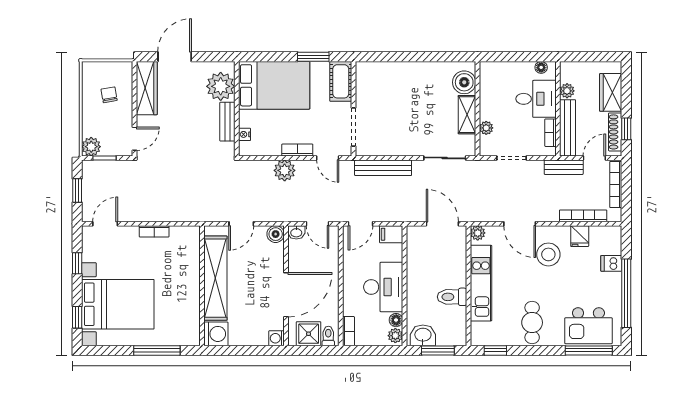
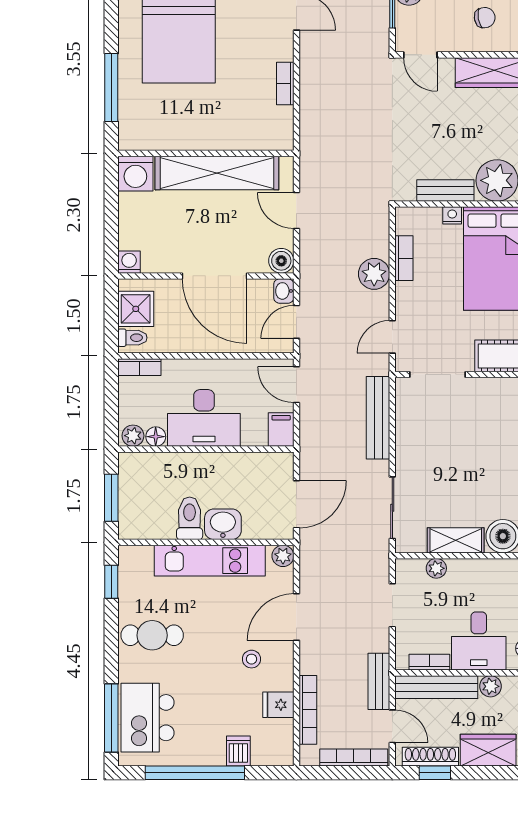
nightstand: (244, 134) -> (452, 215), moved
bookcase: (297, 150) -> (404, 258), moved
stool: (548, 254) -> (251, 659), width x0.53, depth x0.53
door: (286, 295) -> (214, 276), moved
washbasin: (423, 335) -> (223, 524), moved, turned -90

